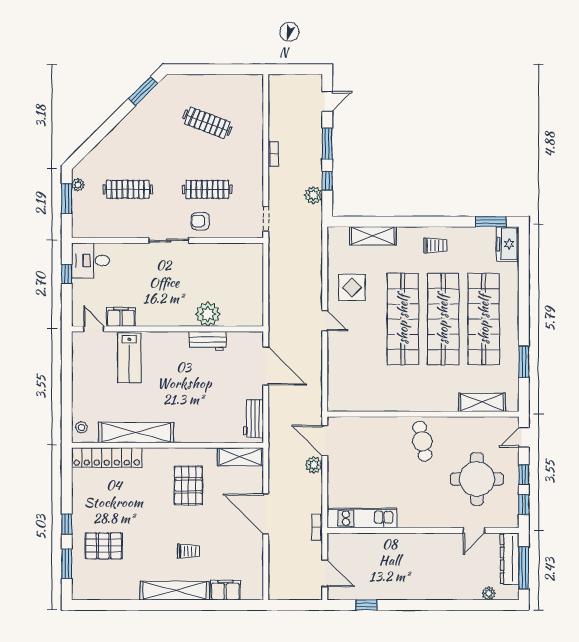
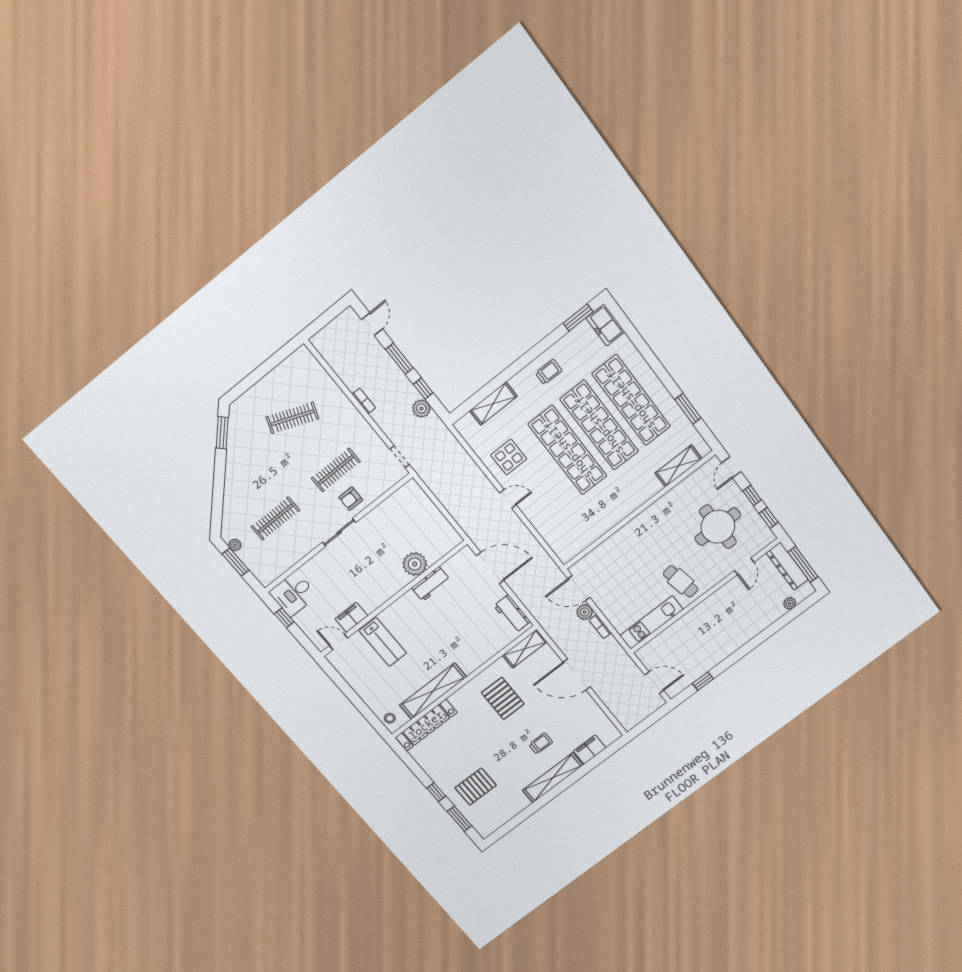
cafe table: (422, 441) -> (681, 581), moved
bookcase: (317, 527) -> (600, 627), moved

